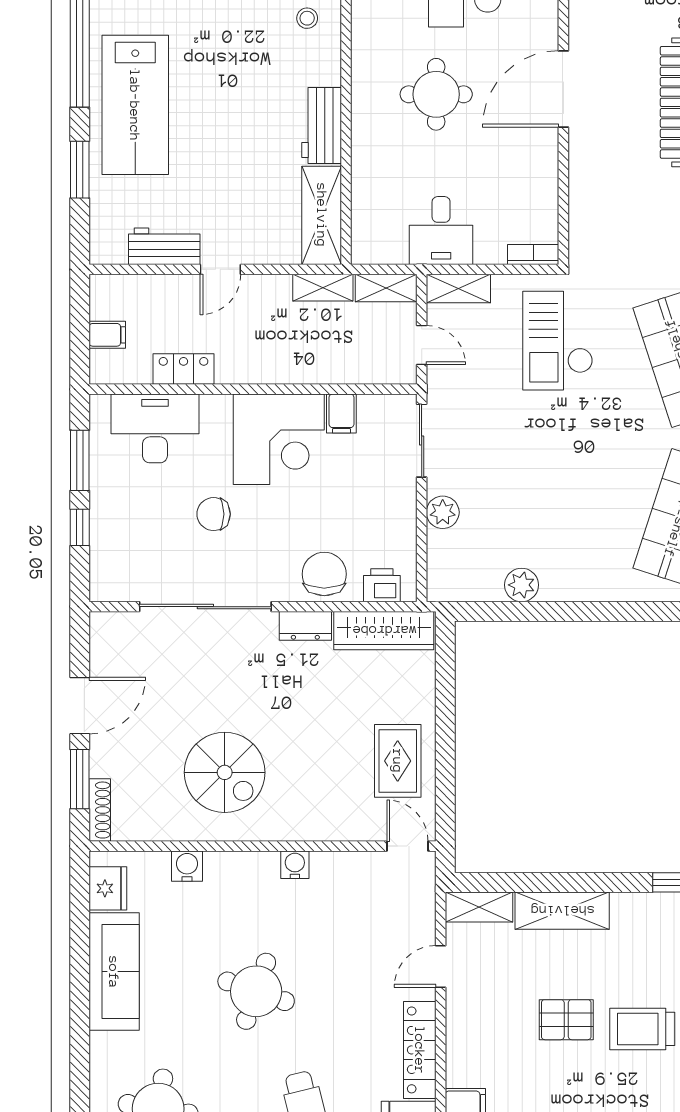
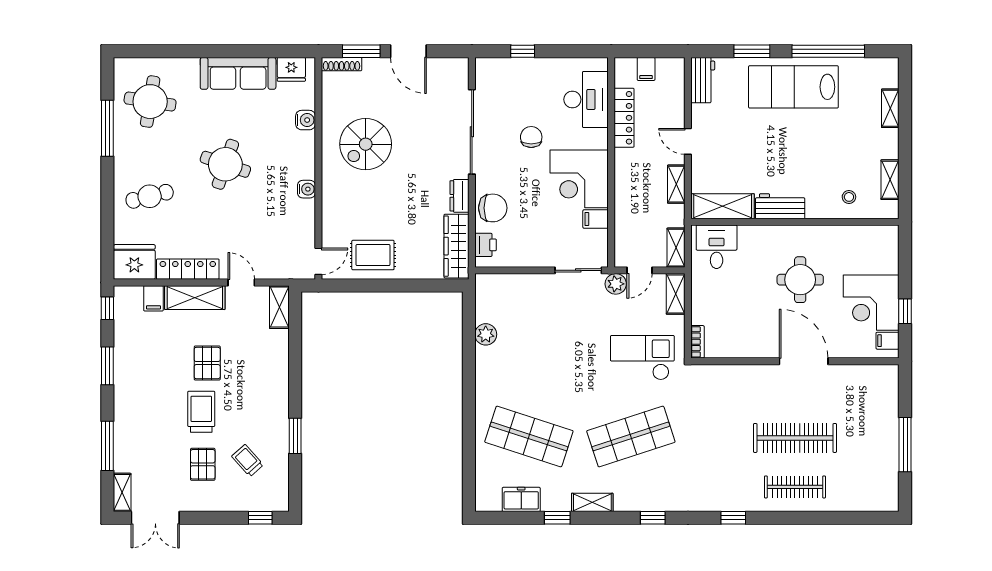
desk: (441, 231) -> (717, 247), moved, turned 90
workbench: (164, 246) -> (703, 80), moved
shelving: (323, 288) -> (676, 184), moved
locker: (184, 369) -> (624, 118), width x1.53
window: (80, 460) -> (566, 51), removed
plant: (443, 512) -> (616, 284), moved
shelving: (562, 911) -> (195, 298), moved, turned 90

